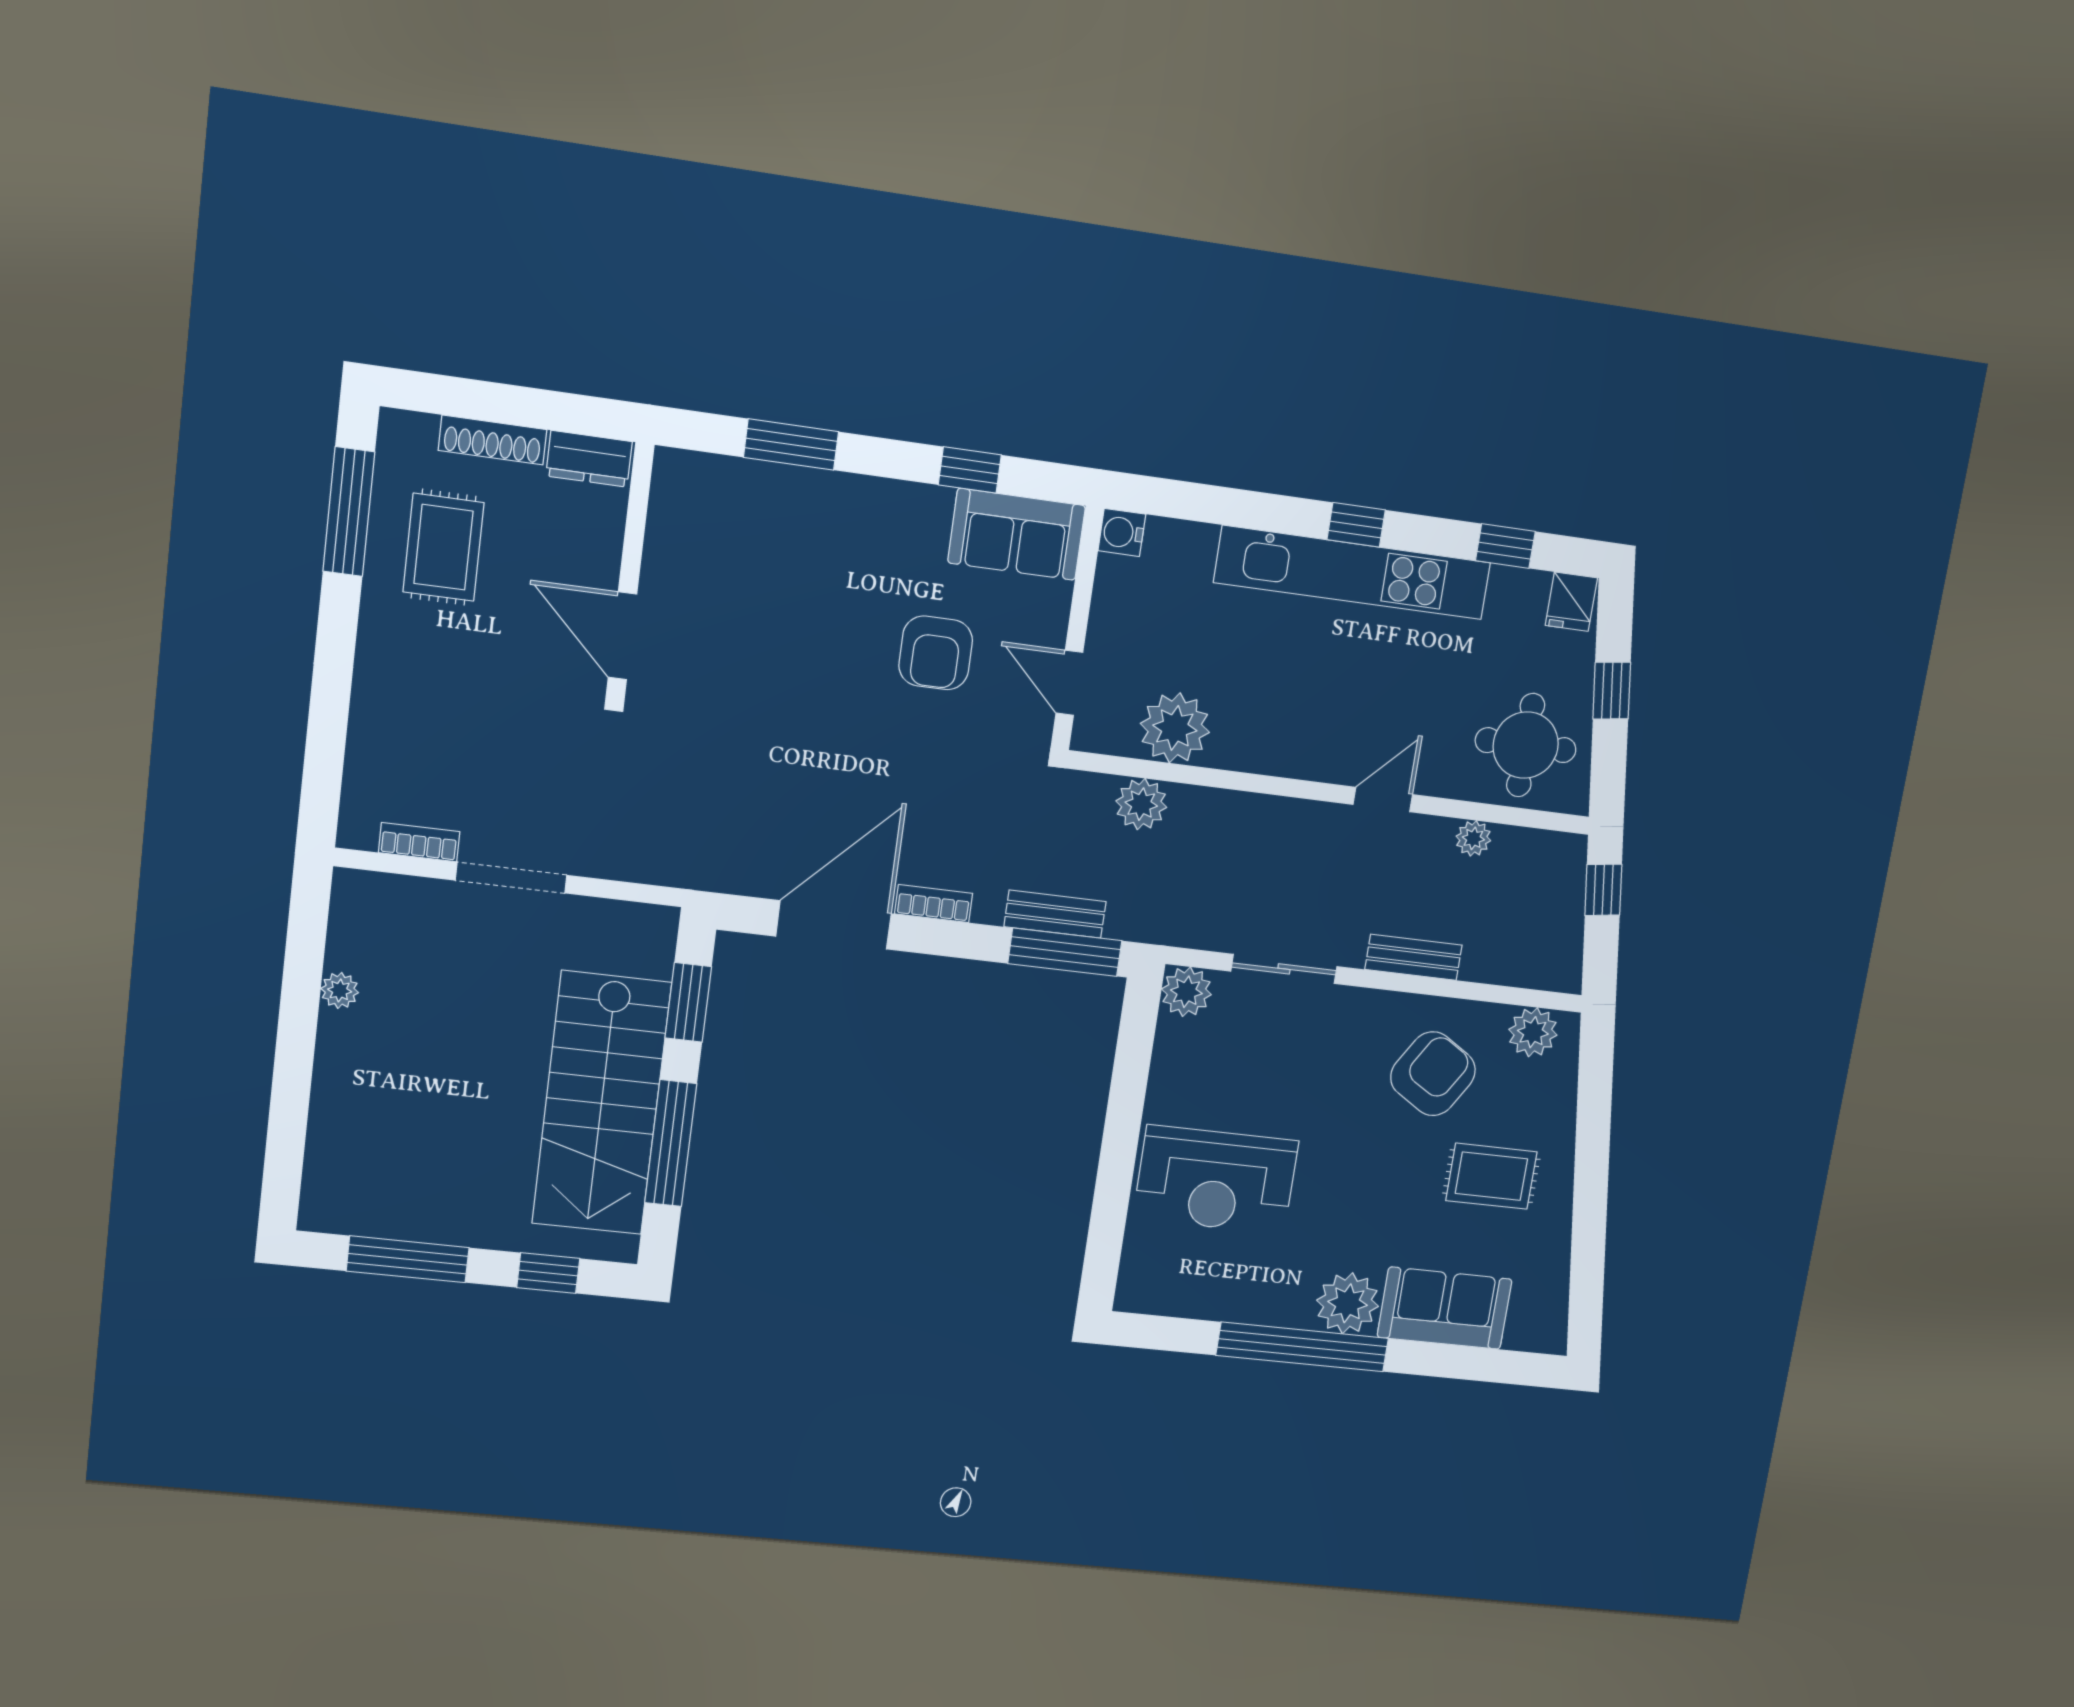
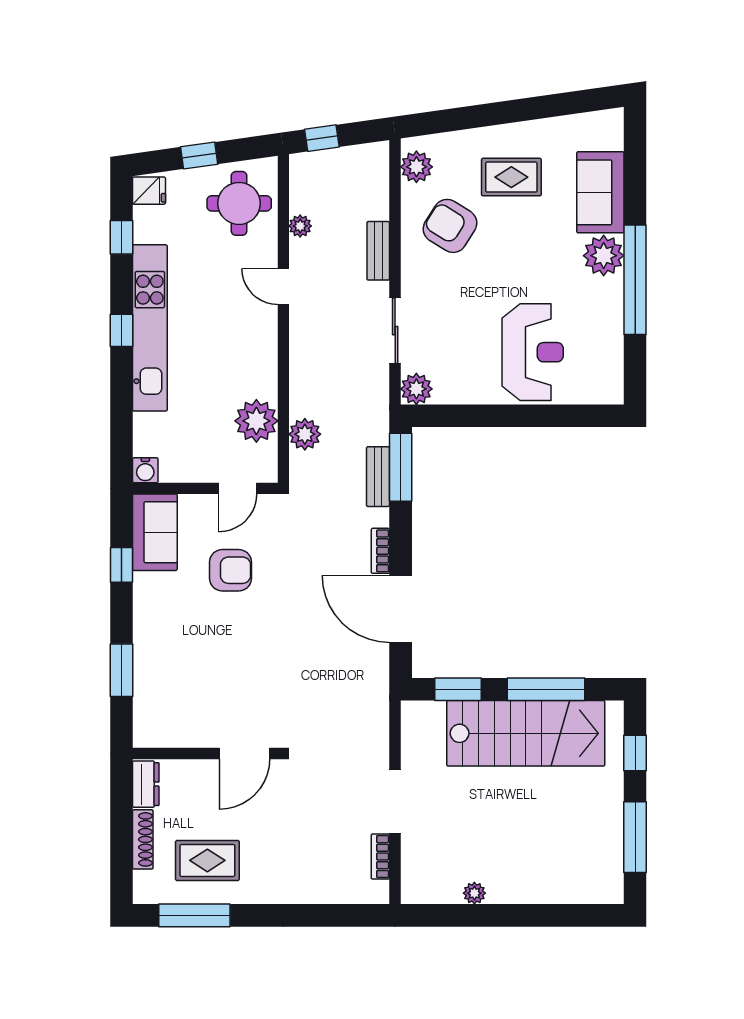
rug: (1491, 1176) -> (511, 177), turned 90

